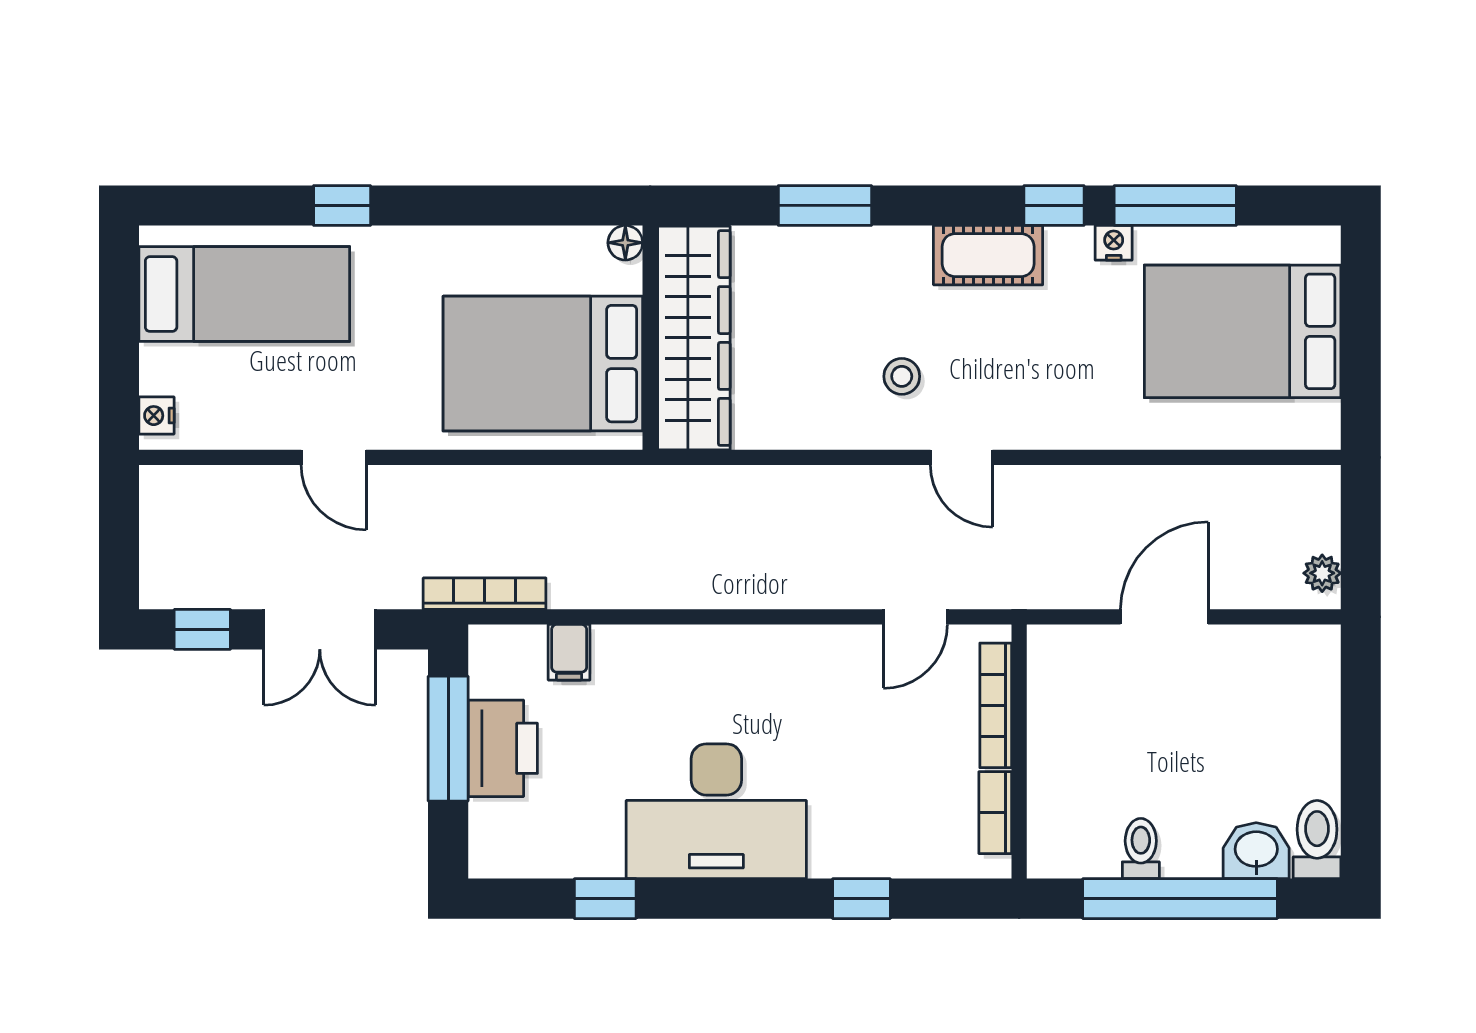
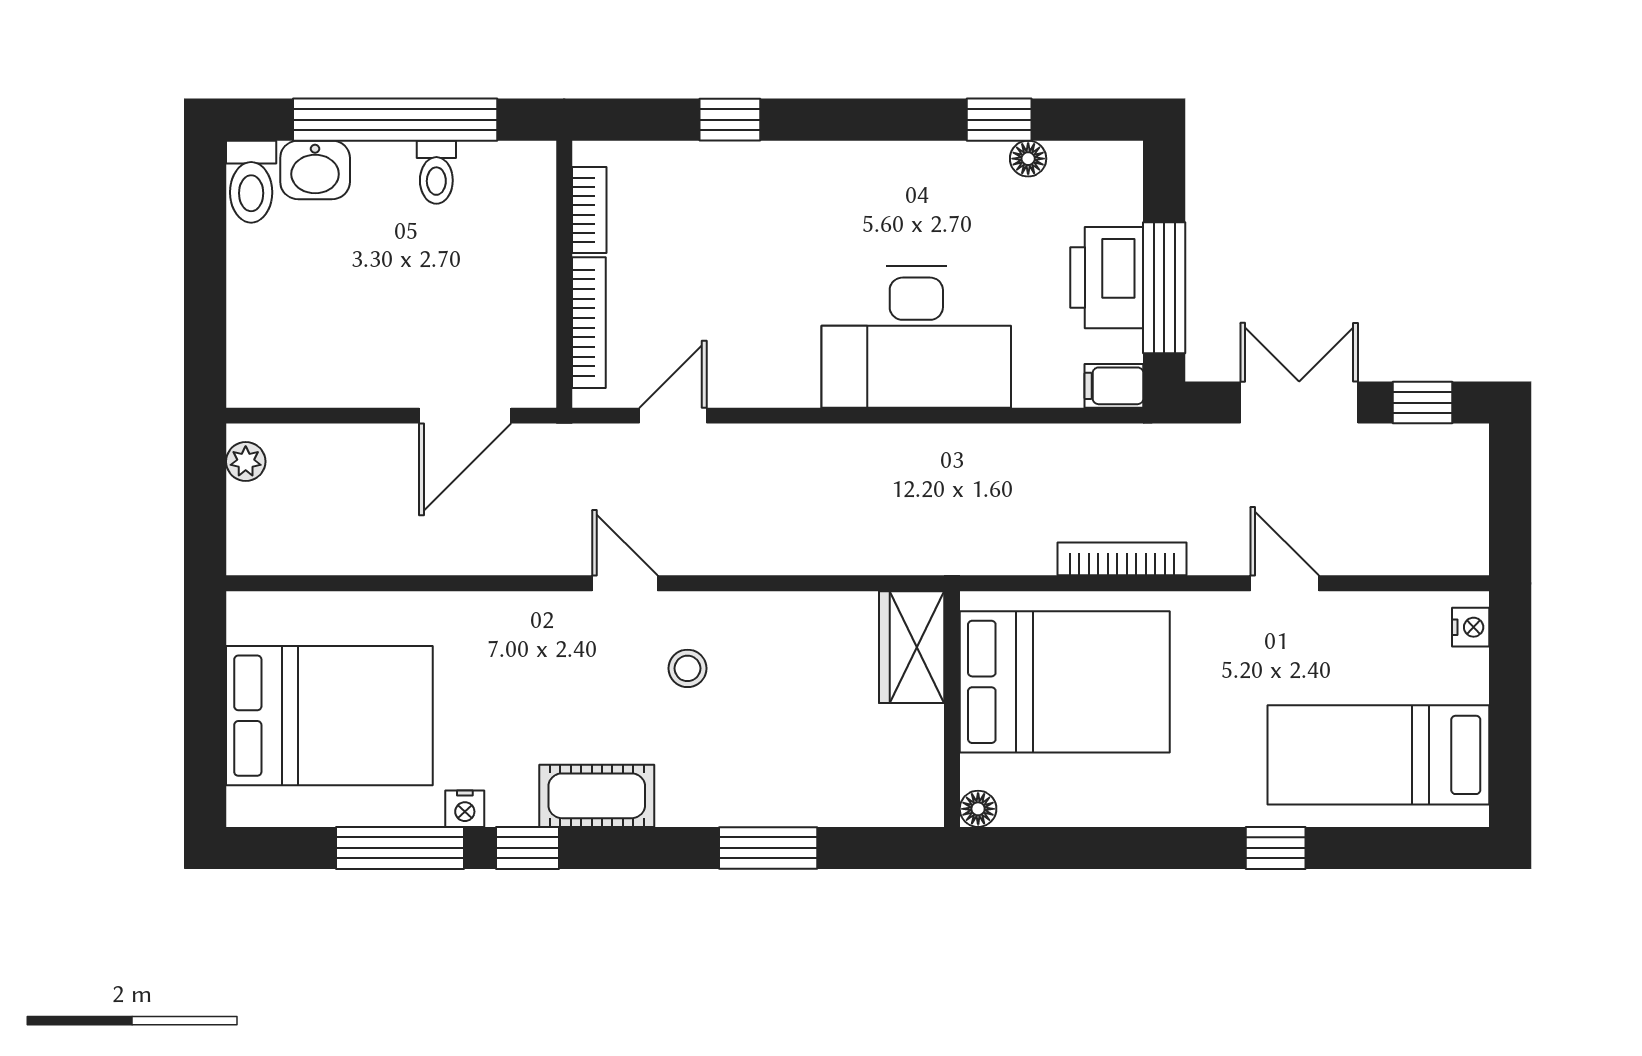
wardrobe: (694, 338) -> (912, 647), width x0.48, depth x0.85
bookcase: (485, 594) -> (1122, 559), moved, turned 180
door: (1164, 617) -> (465, 416), moved
filing cabinet: (569, 652) -> (1114, 386), moved, turned -90
desk: (716, 811) -> (916, 337), moved, turned 180
floor lamp: (578, 861) -> (1028, 159), added

